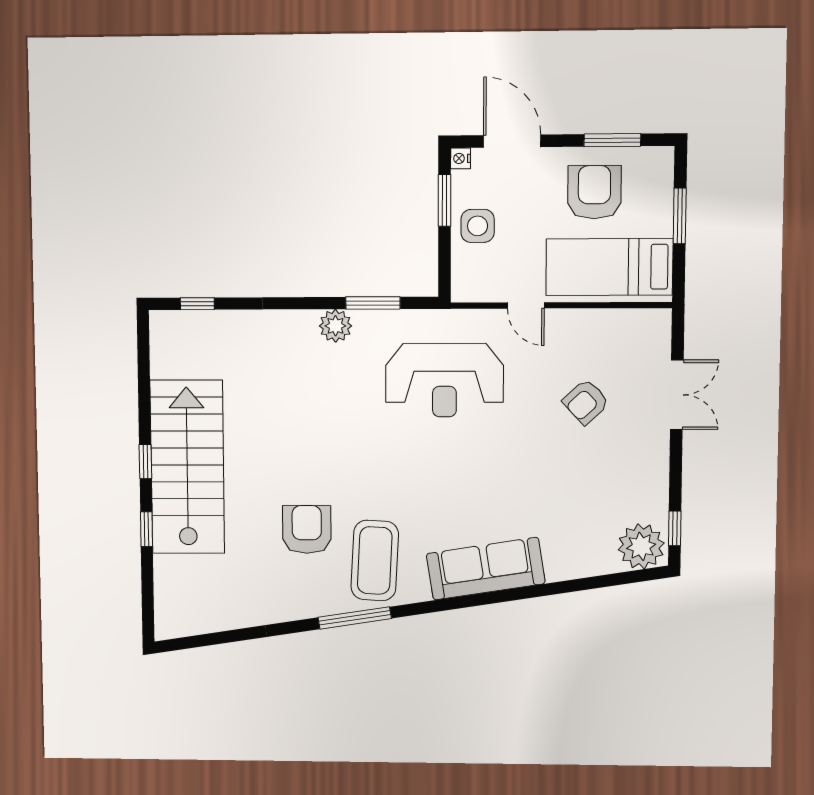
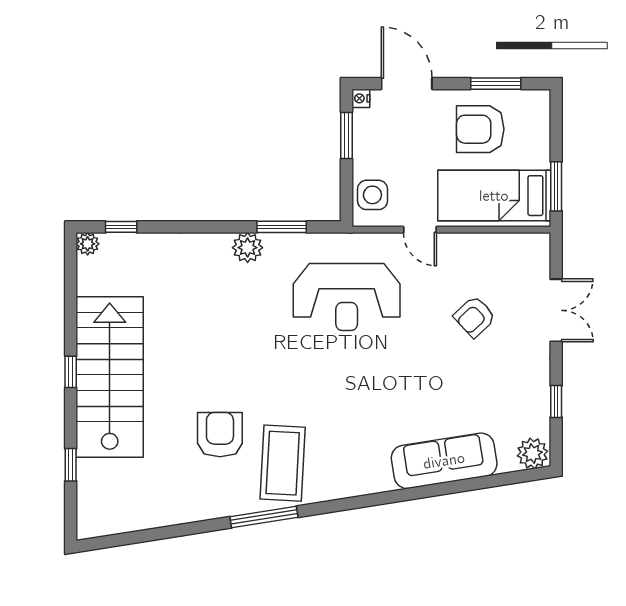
armchair: (594, 192) -> (480, 129), turned -90
window: (680, 216) -> (556, 186), moved
side table: (478, 226) -> (372, 195), moved
plant: (161, 322) -> (88, 244), added
window: (675, 528) -> (556, 401), moved
window: (147, 529) -> (71, 465), moved
plant: (641, 546) -> (532, 453), width x0.73, depth x0.73
sofa: (486, 569) -> (444, 461), moved

